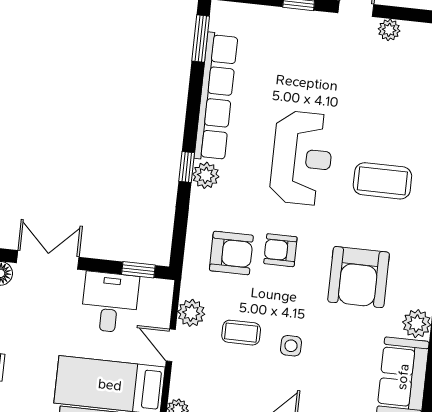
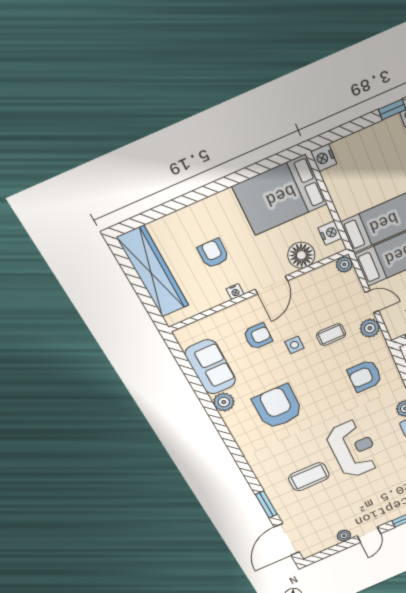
reception desk: (302, 158) -> (353, 449), turned 180
coffee table: (382, 181) -> (309, 477), moved
armchair: (280, 250) -> (258, 336), moved

